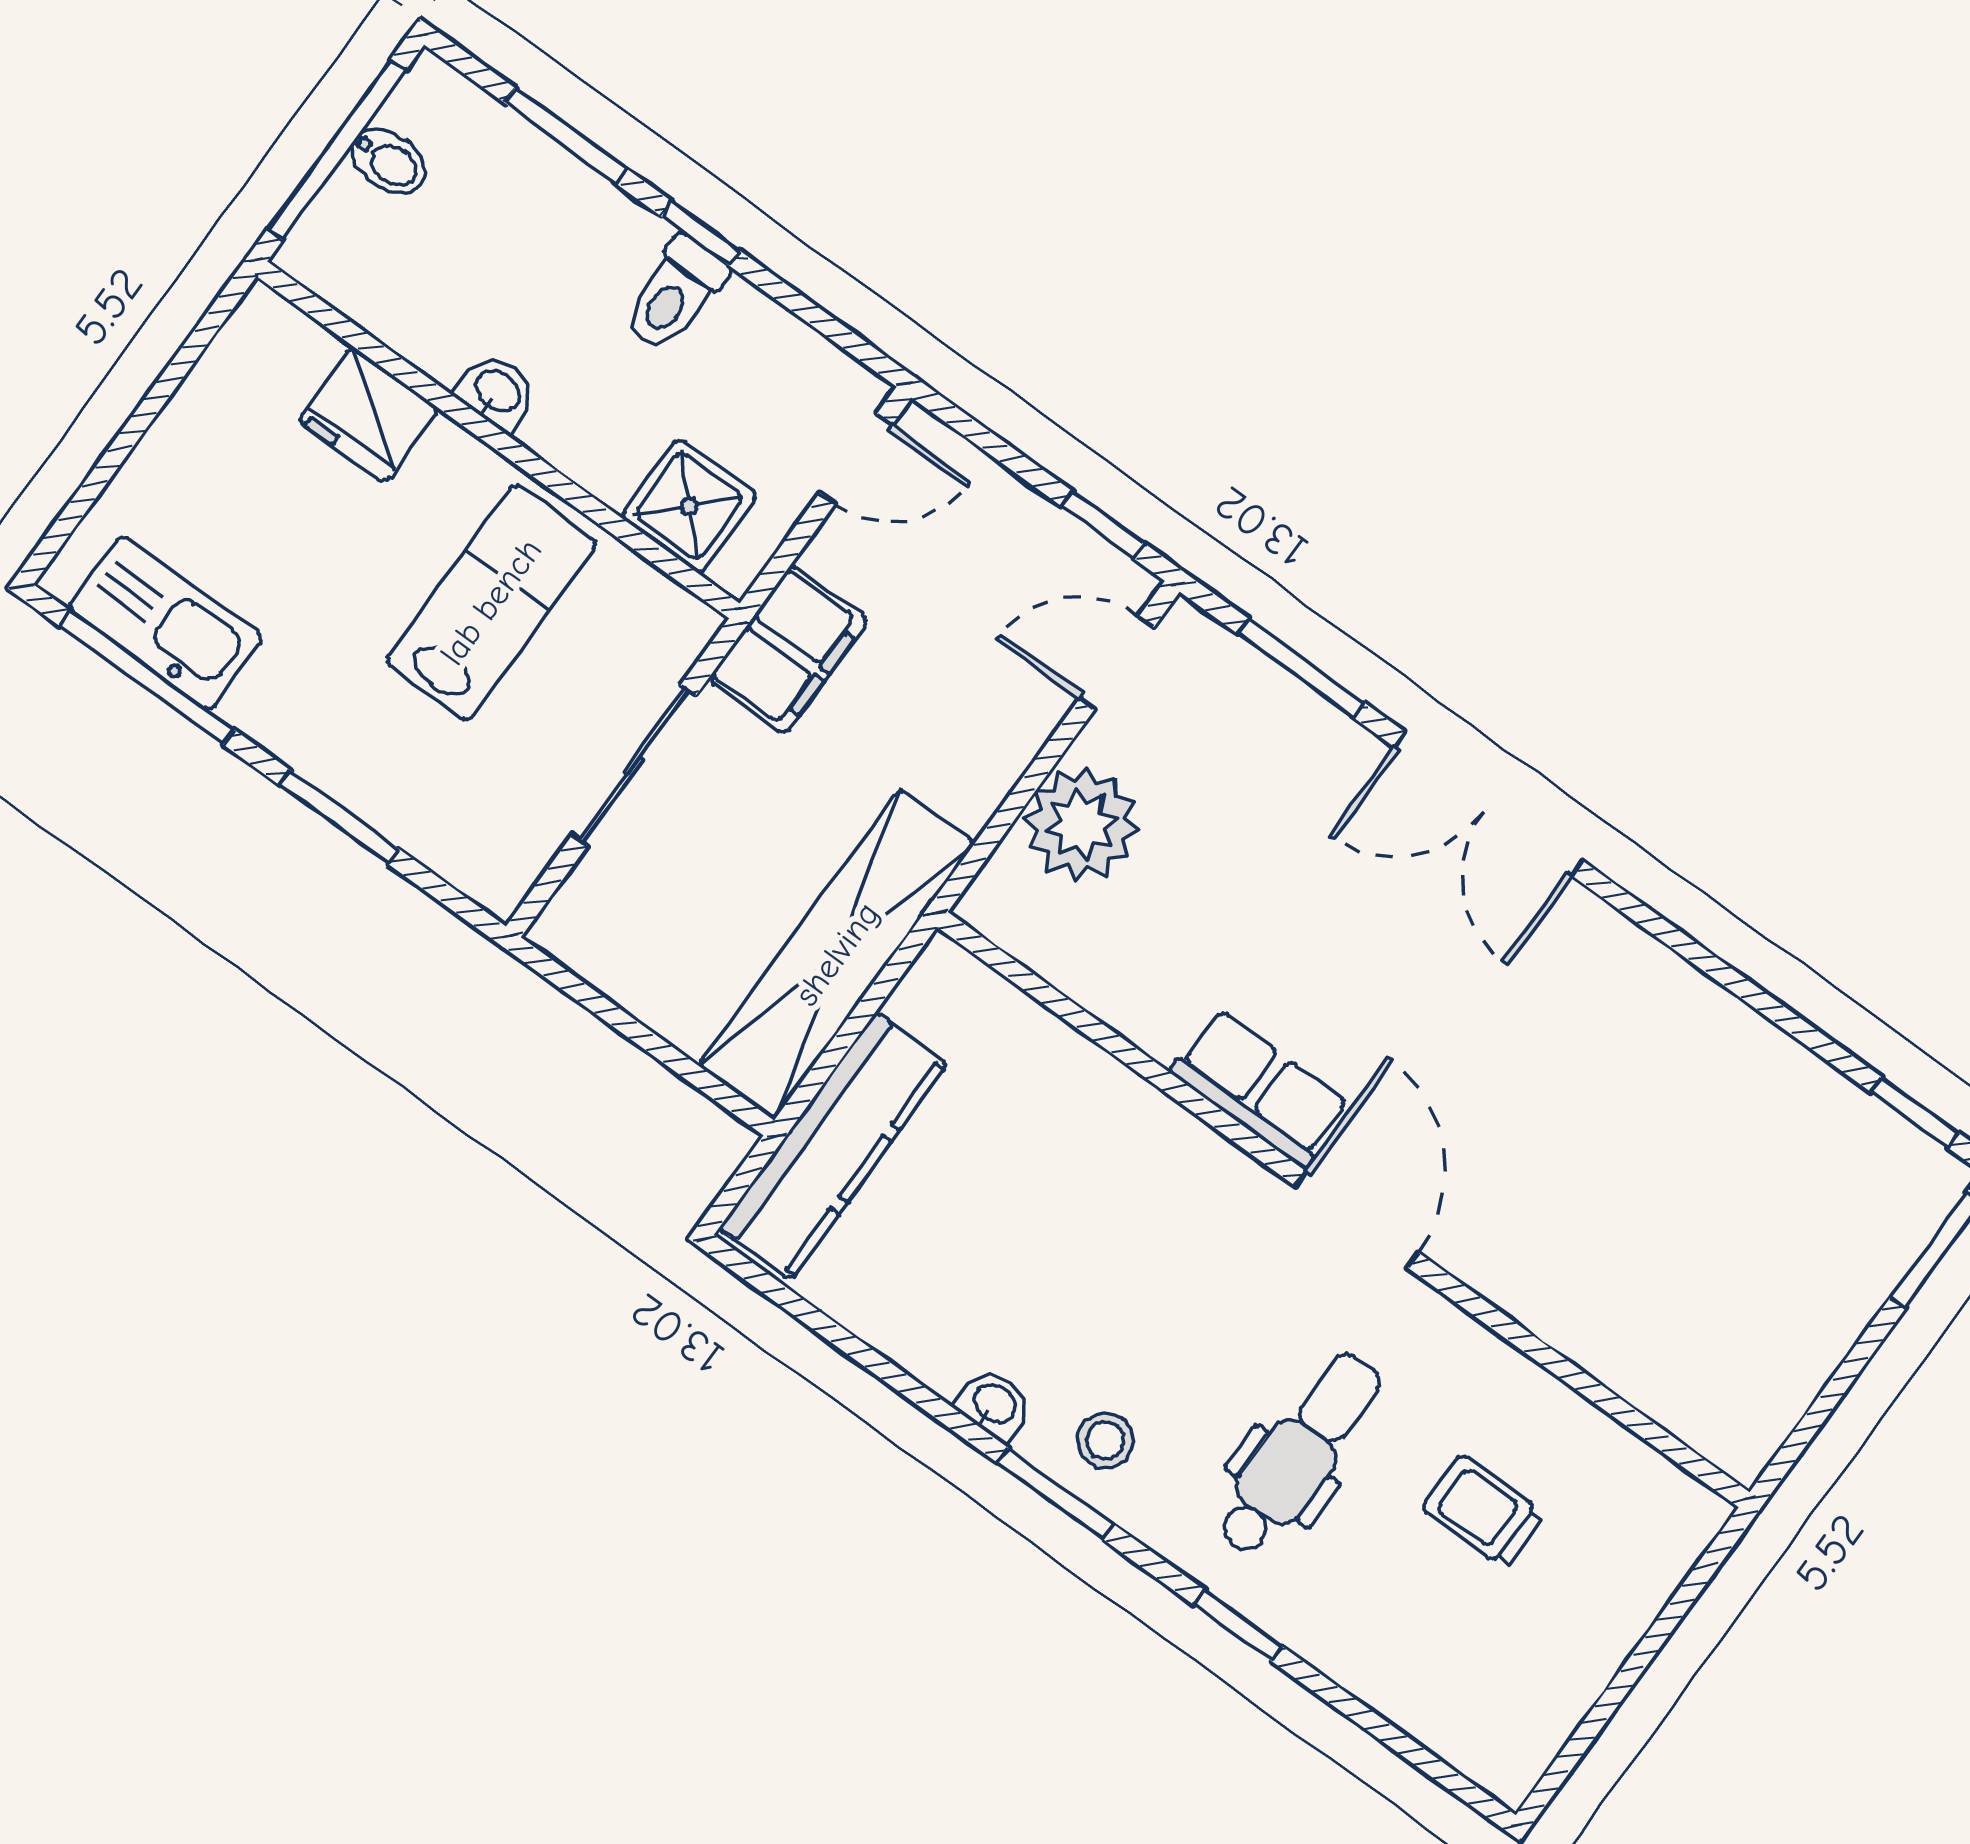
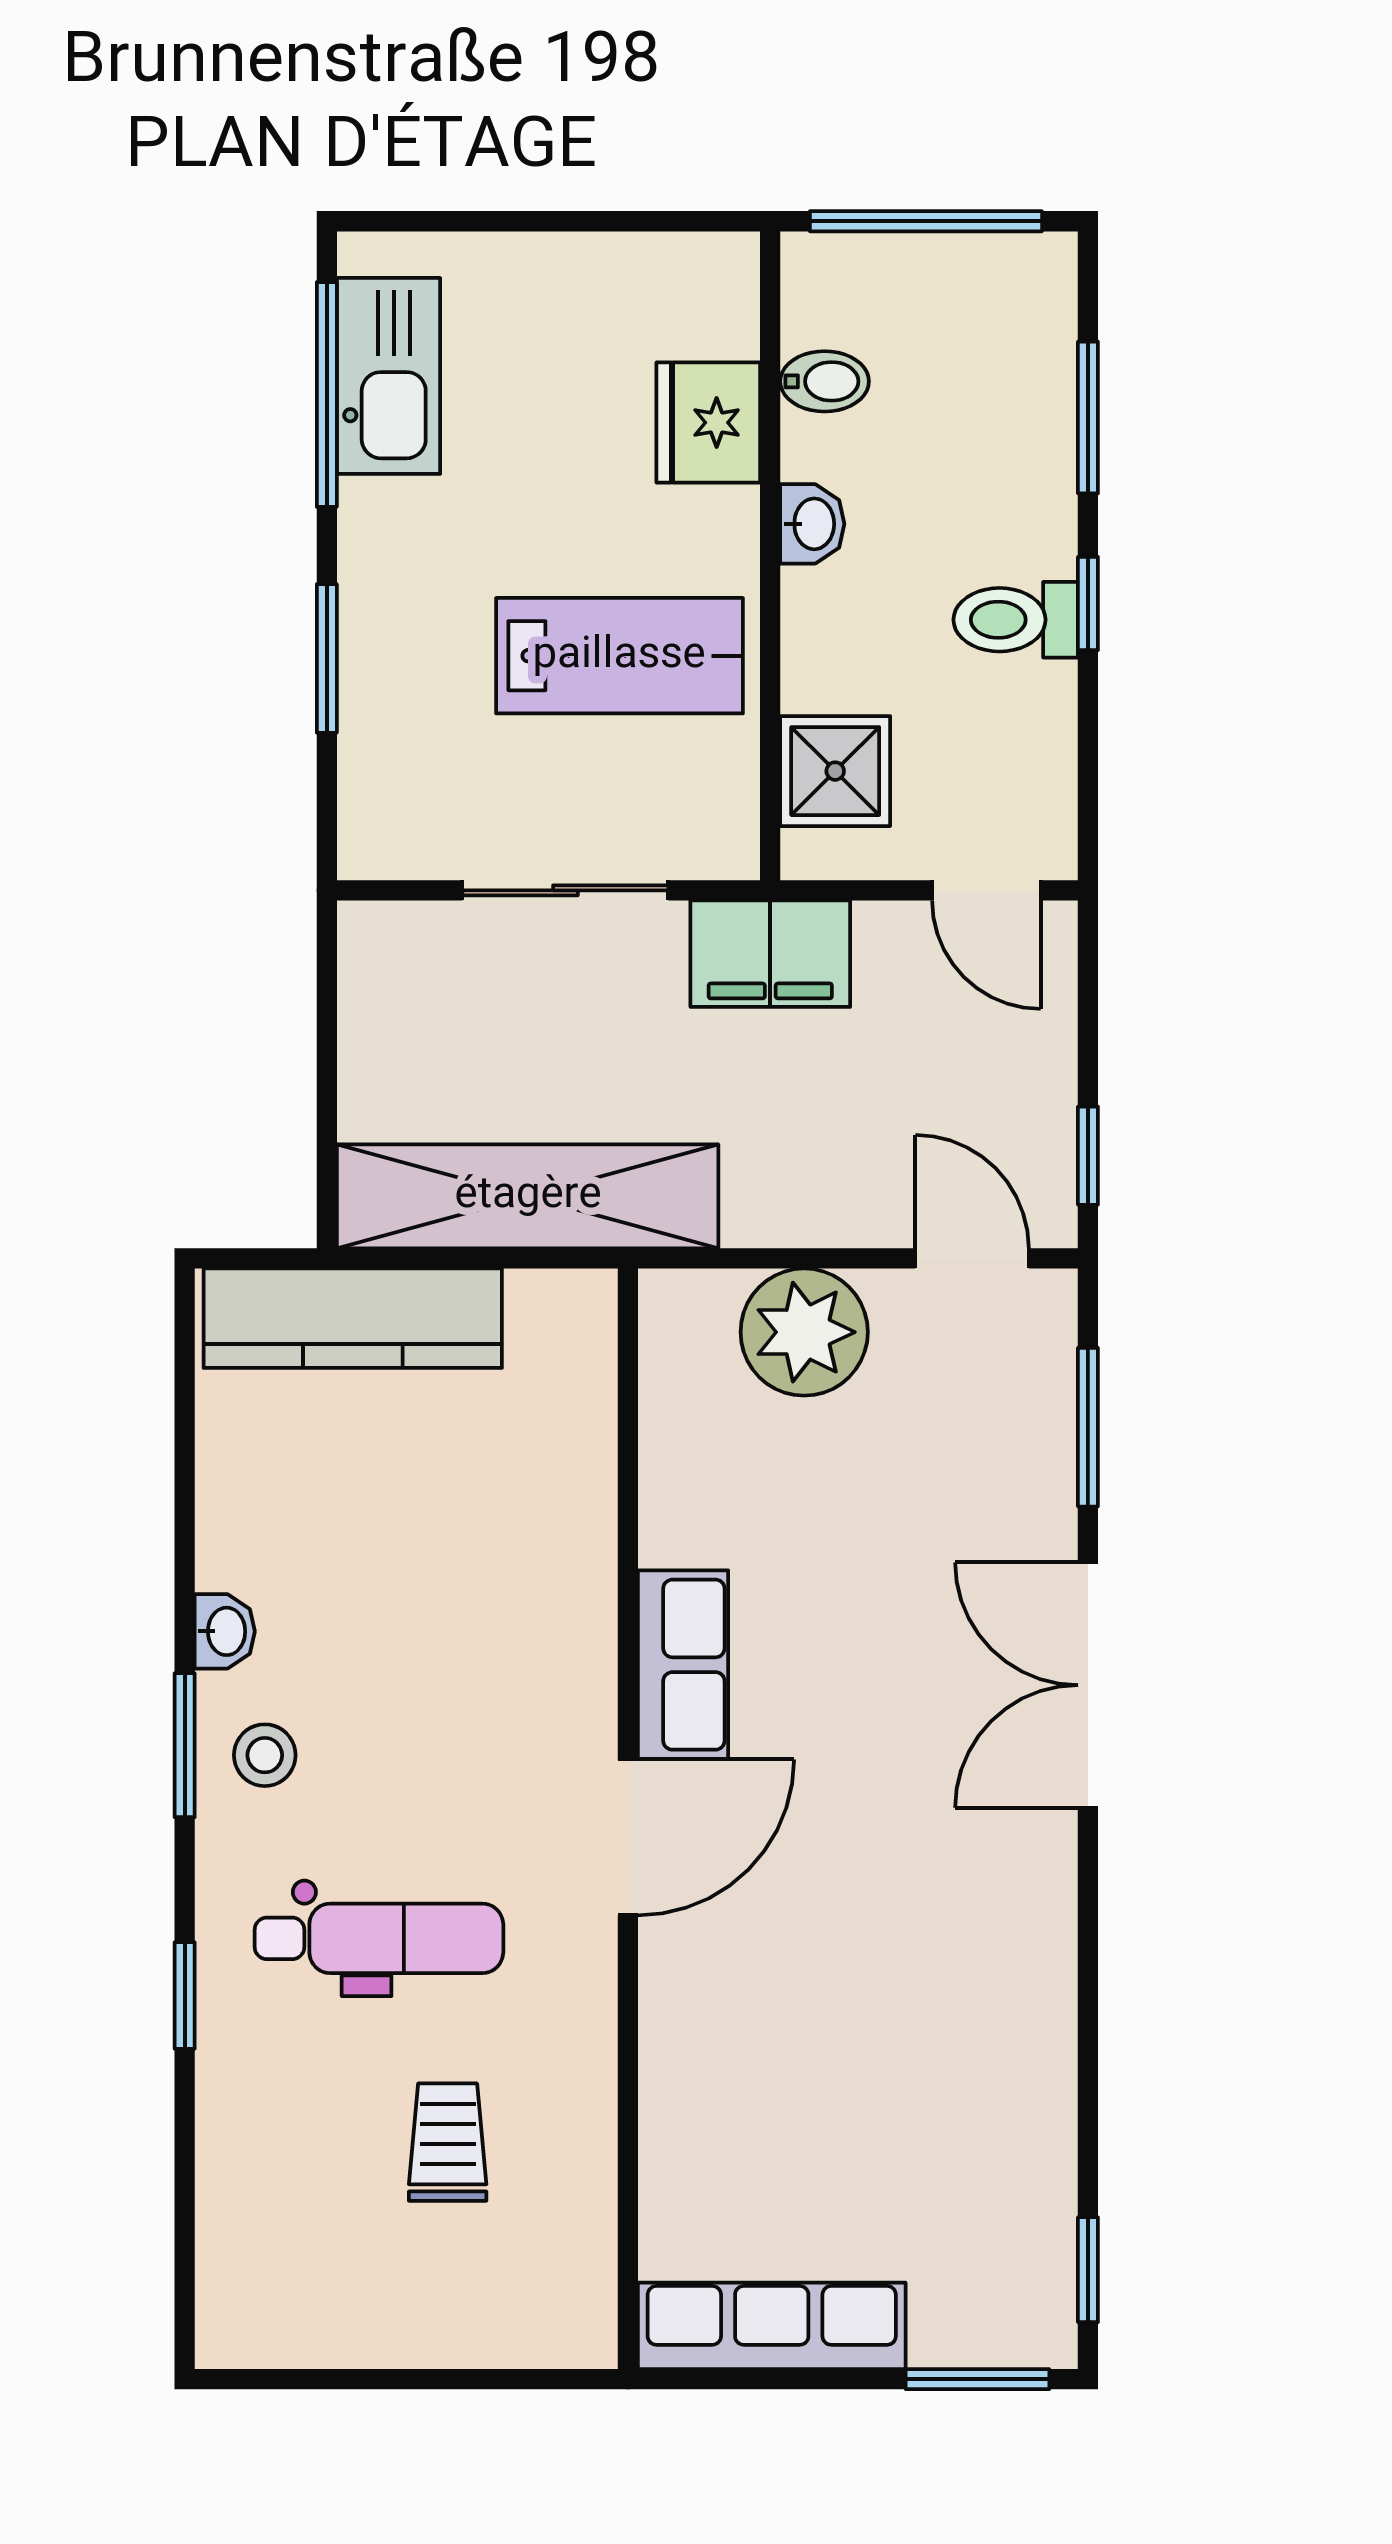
bidet: (389, 161) -> (825, 381), moved, turned -90
row of seats: (1789, 1372) -> (772, 2326), added

